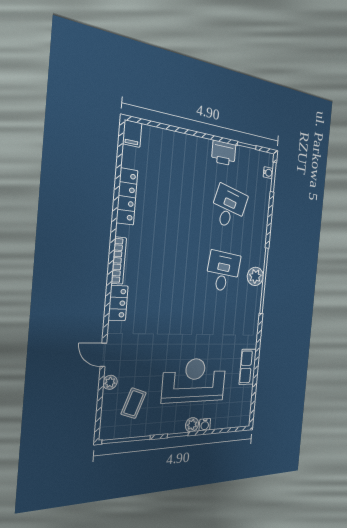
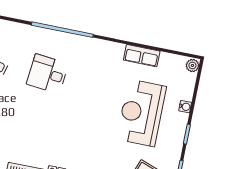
plant: (255, 276) -> (57, 39), removed
plant: (192, 425) -> (192, 65), moved

